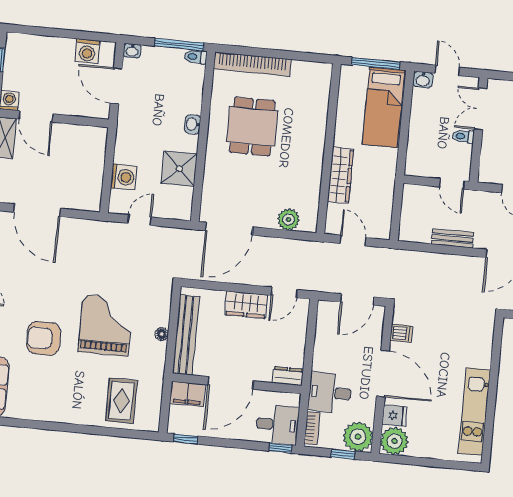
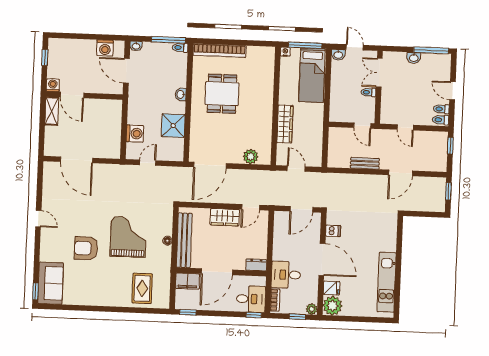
nightstand: (347, 71) -> (285, 52), added
plant: (358, 437) -> (312, 309), width x0.53, depth x0.53

